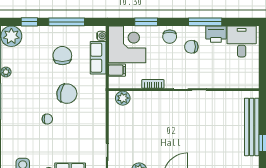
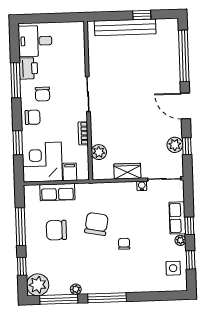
water cooler: (101, 36) -> (142, 186), moved
plant: (123, 98) -> (99, 152), moved
wardrobe: (116, 125) -> (127, 171), added

